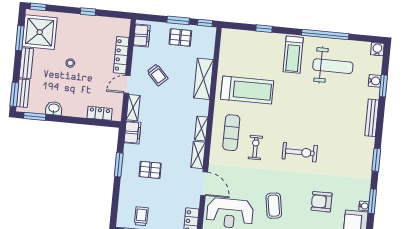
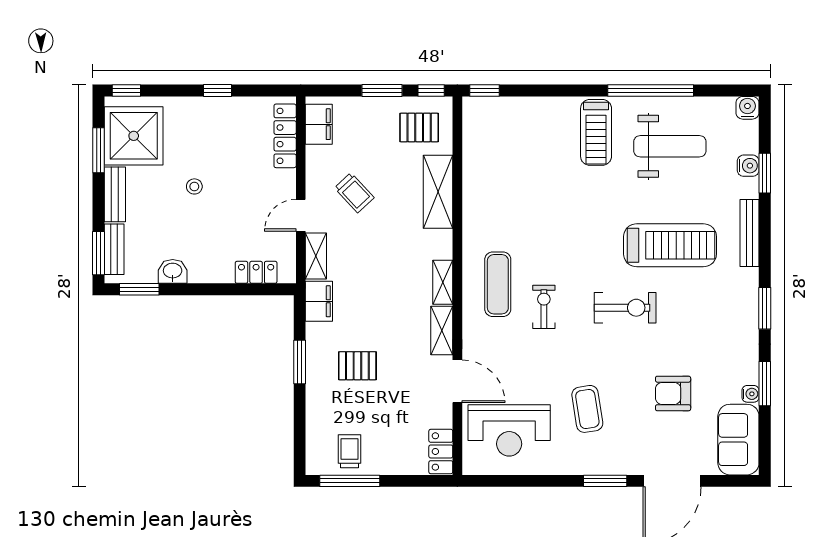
window: (264, 29) -> (485, 91), moved
pallet: (180, 37) -> (419, 127), moved
locker: (121, 55) -> (285, 136), moved
treadmill: (247, 90) -> (670, 245), moved

